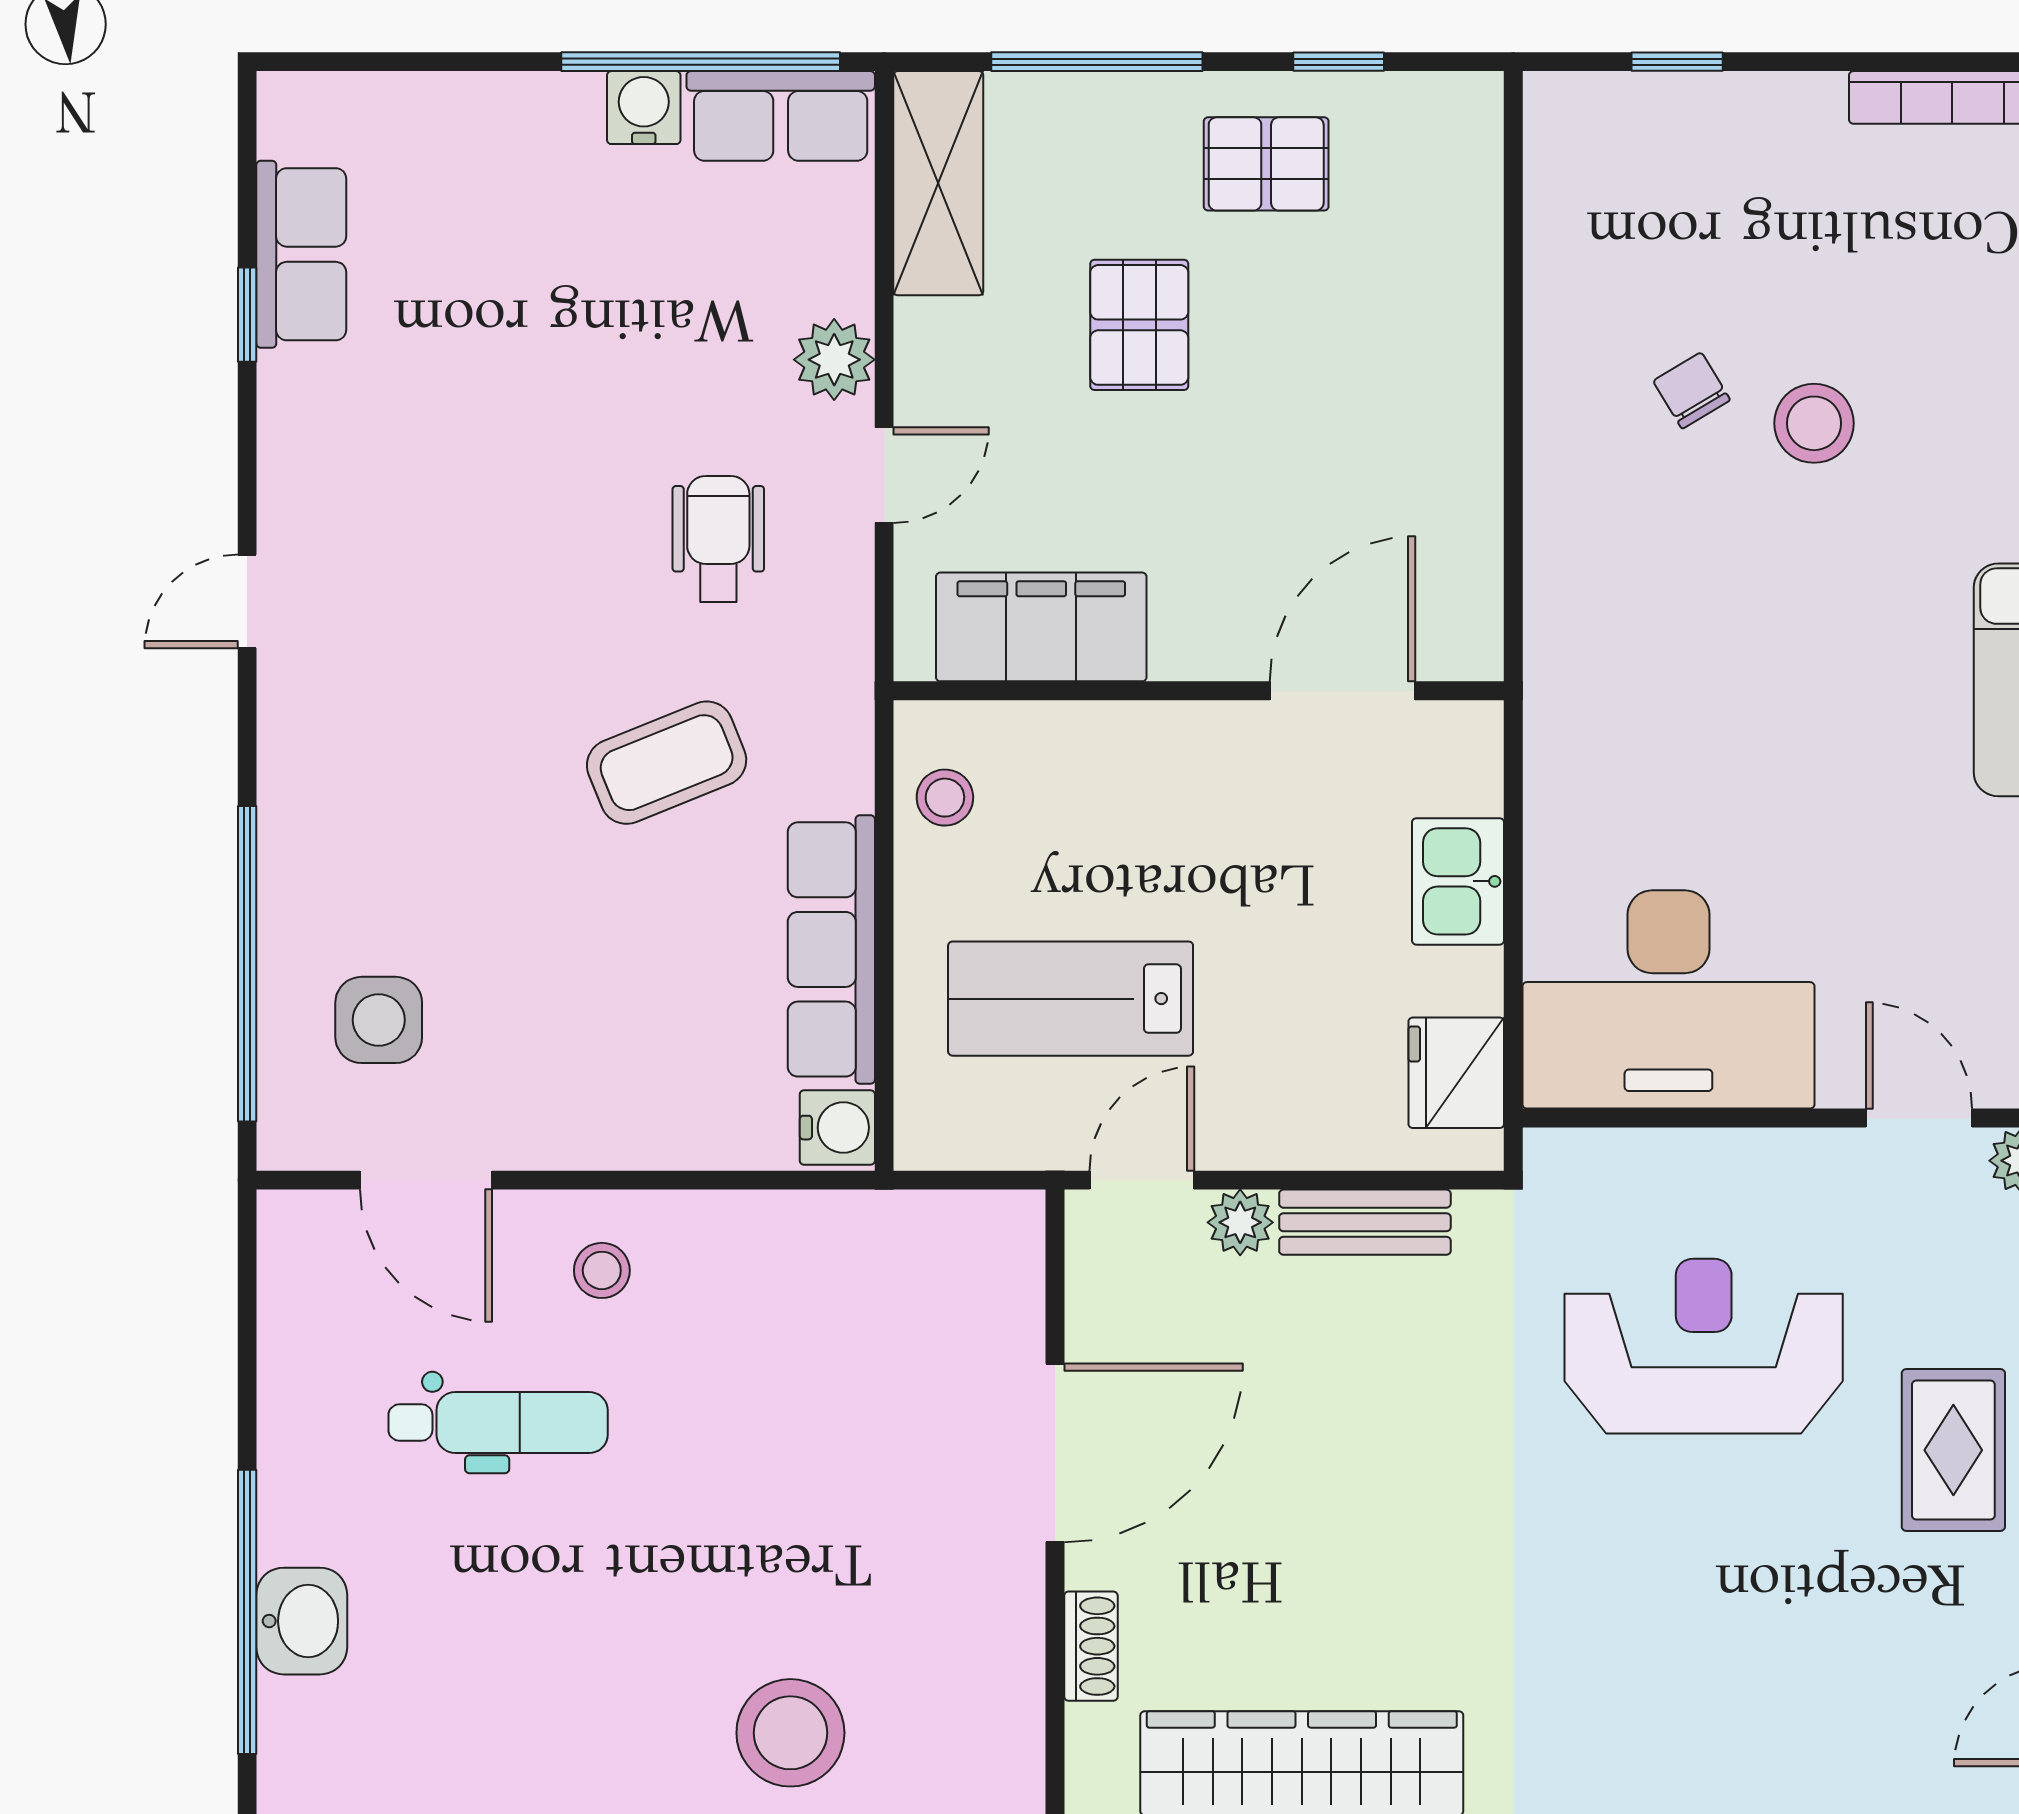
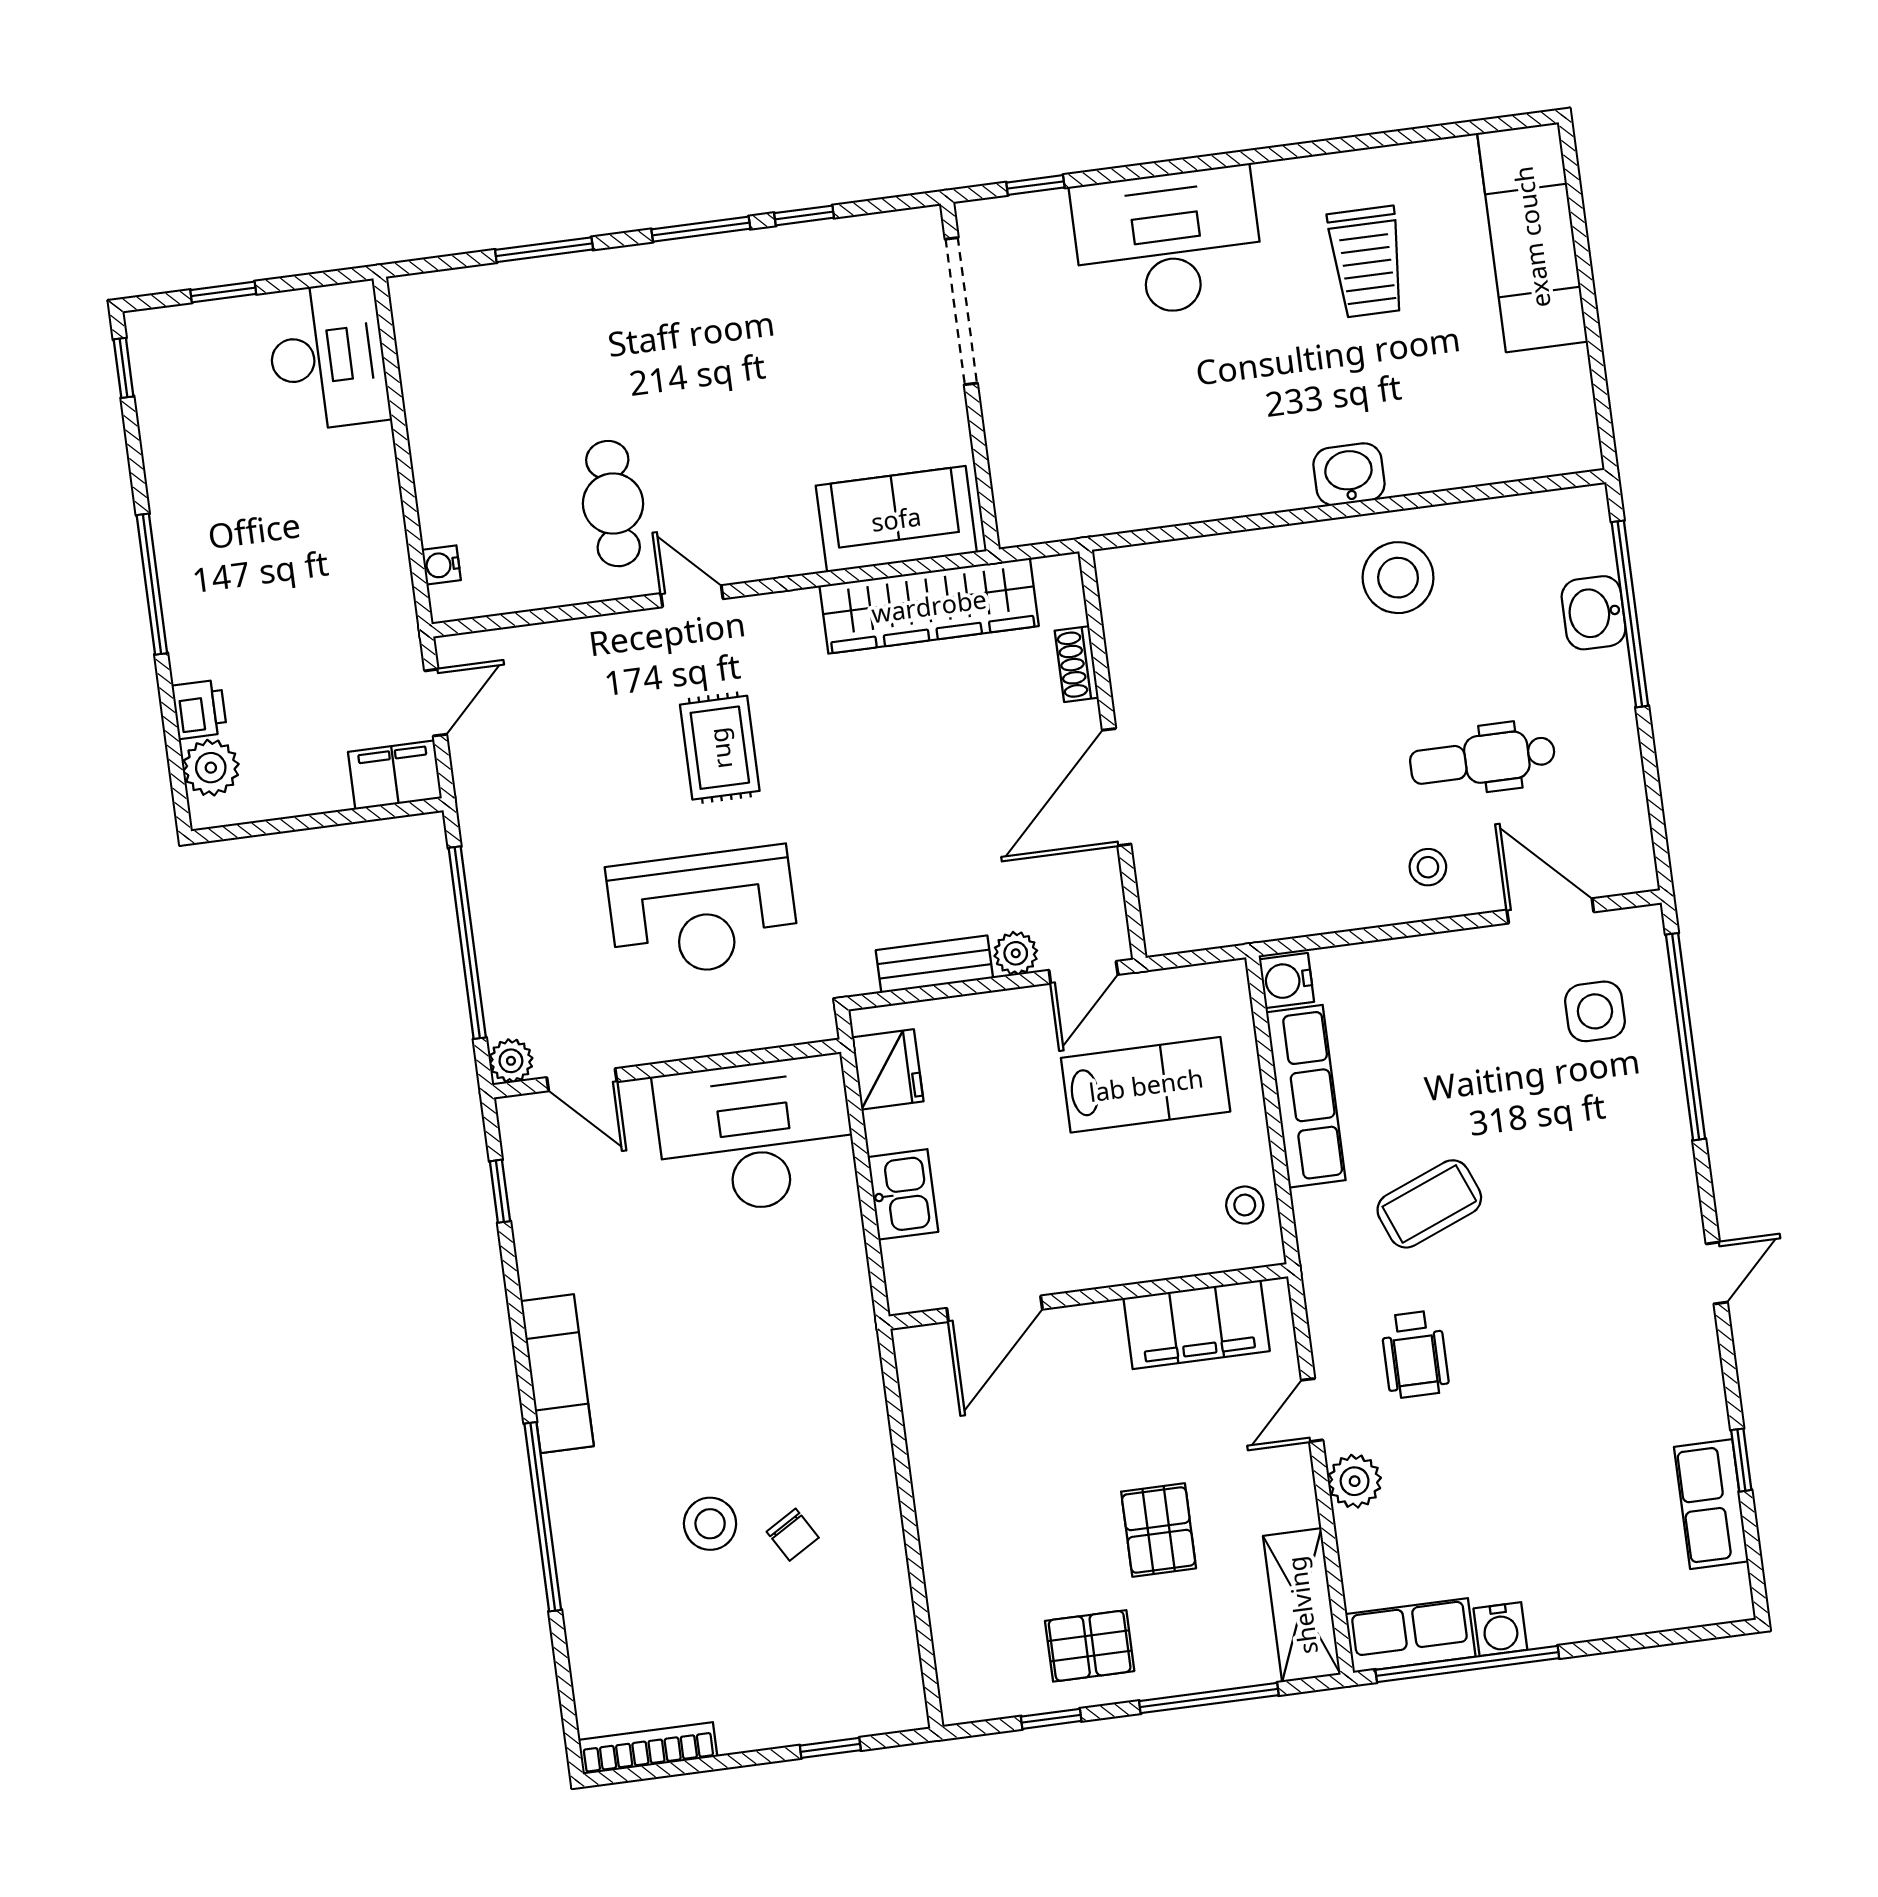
rug: (1953, 1450) -> (720, 748), moved
stool: (790, 1733) -> (1398, 578), moved

